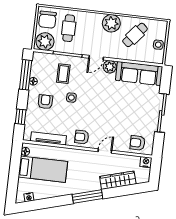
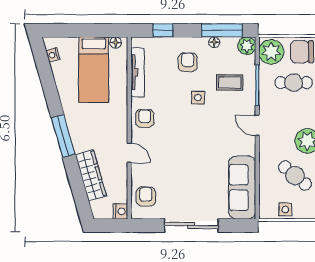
plant: (110, 67) -> (247, 46), moved
armchair: (45, 102) -> (188, 62), turned -90

